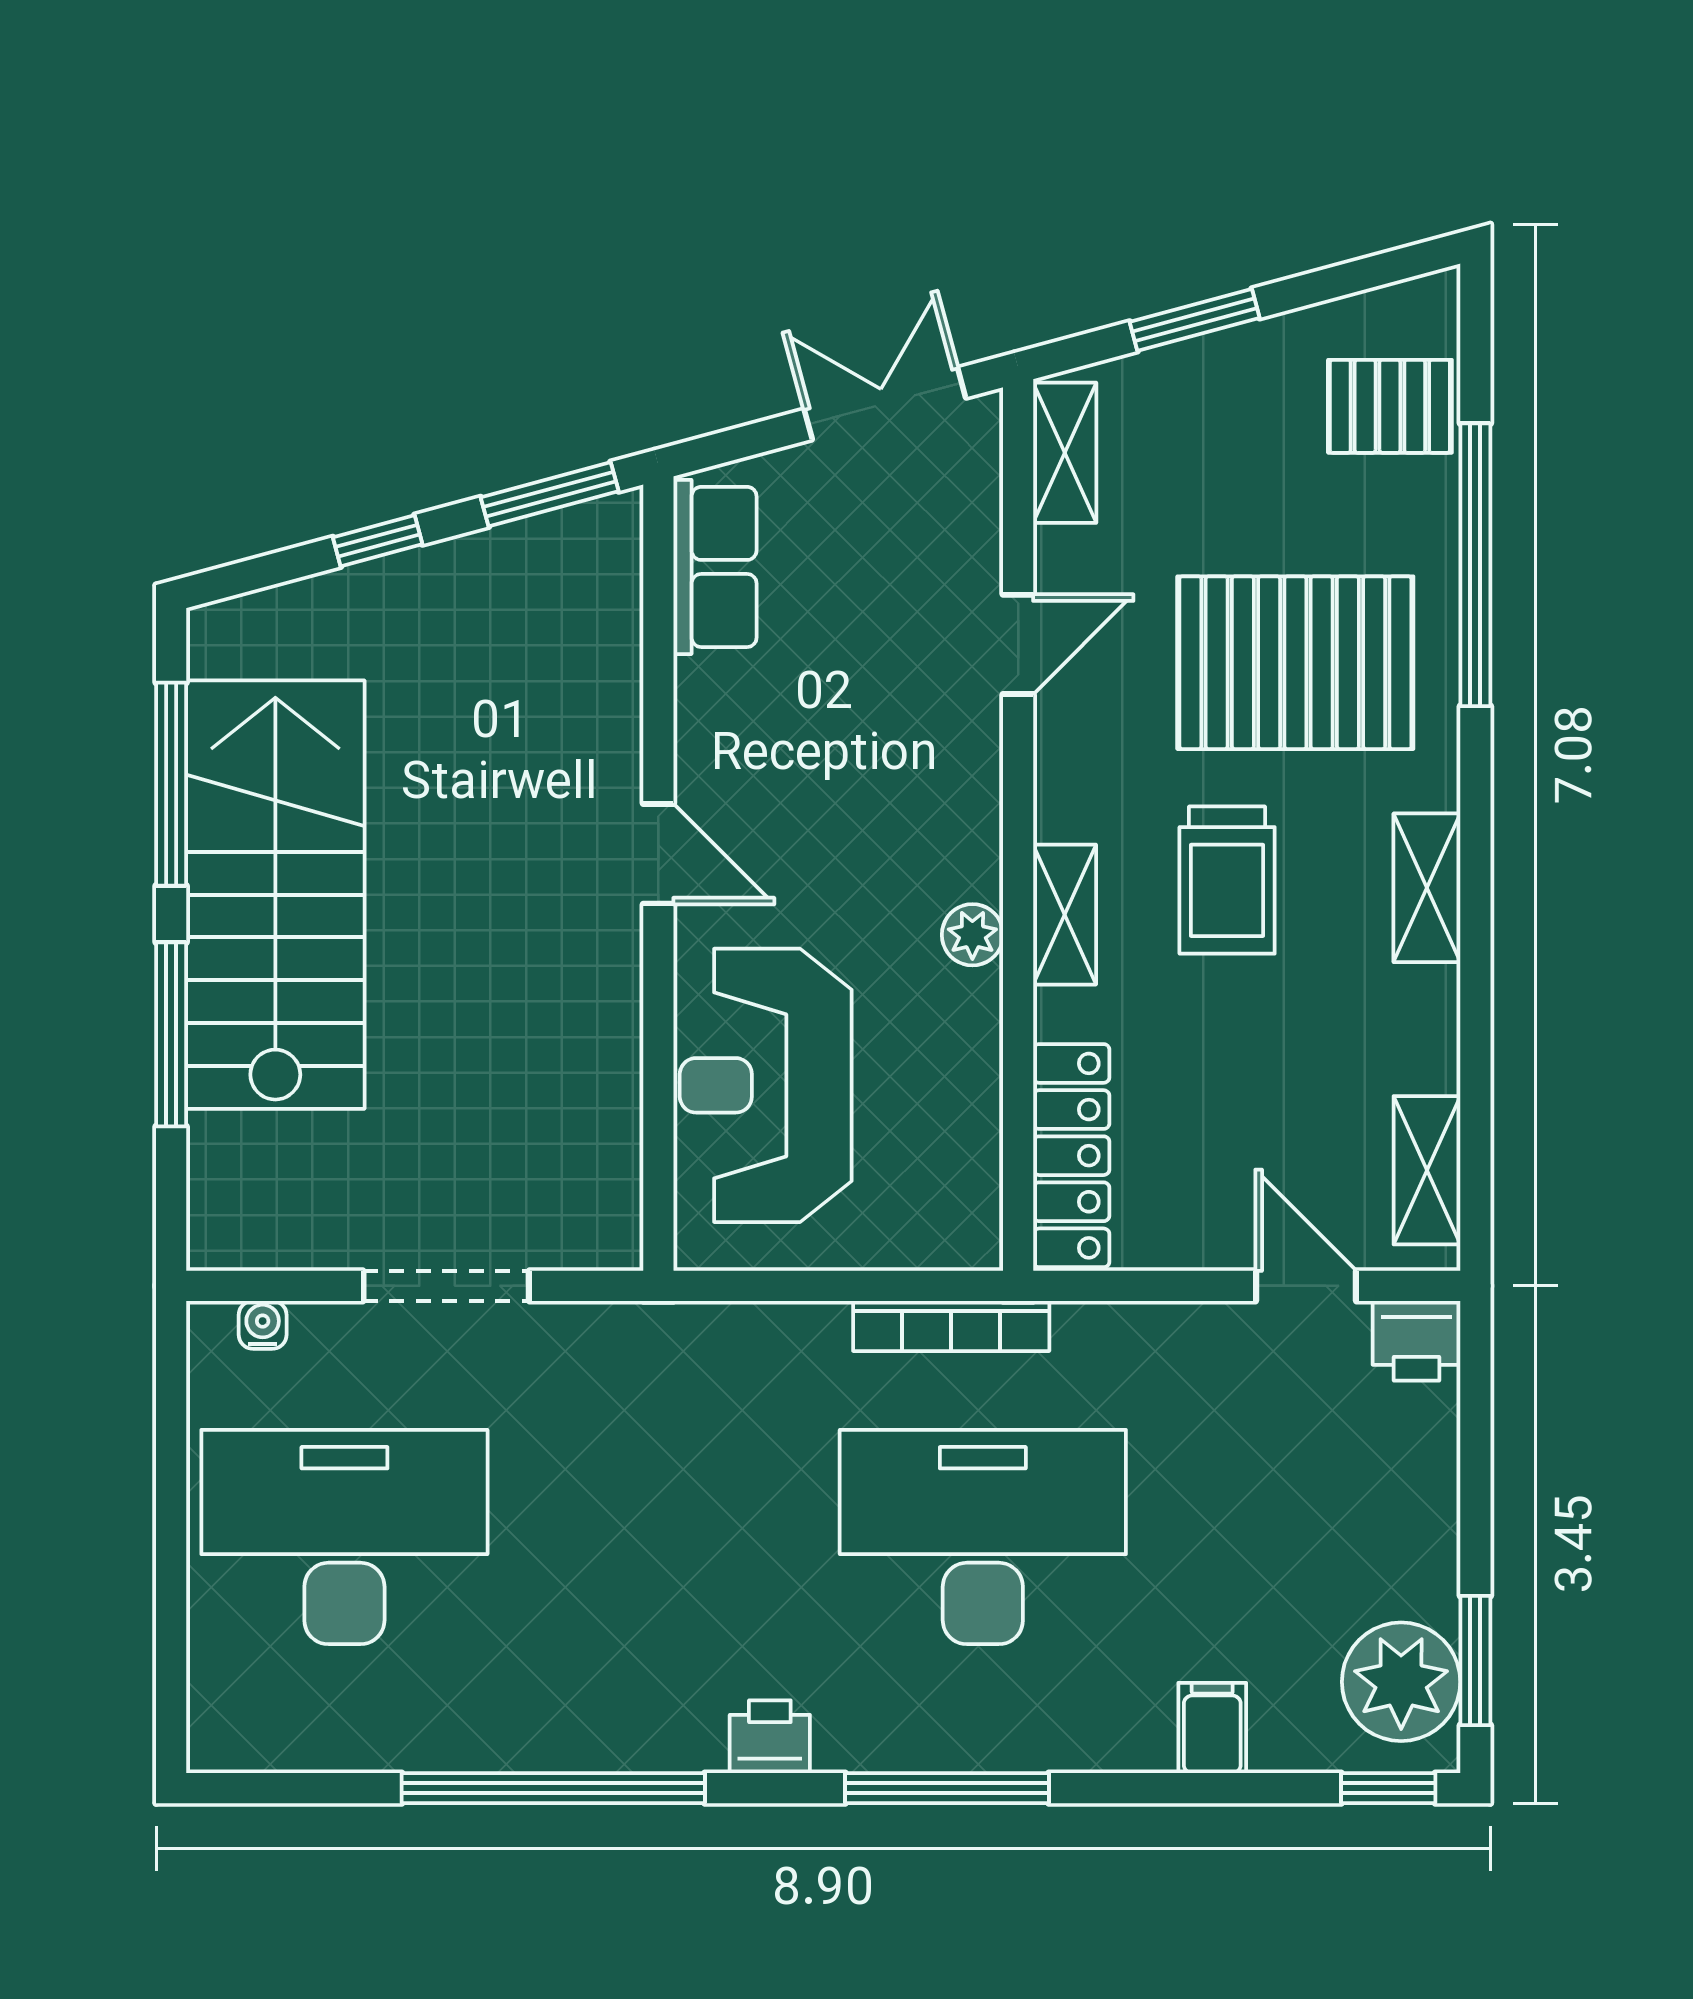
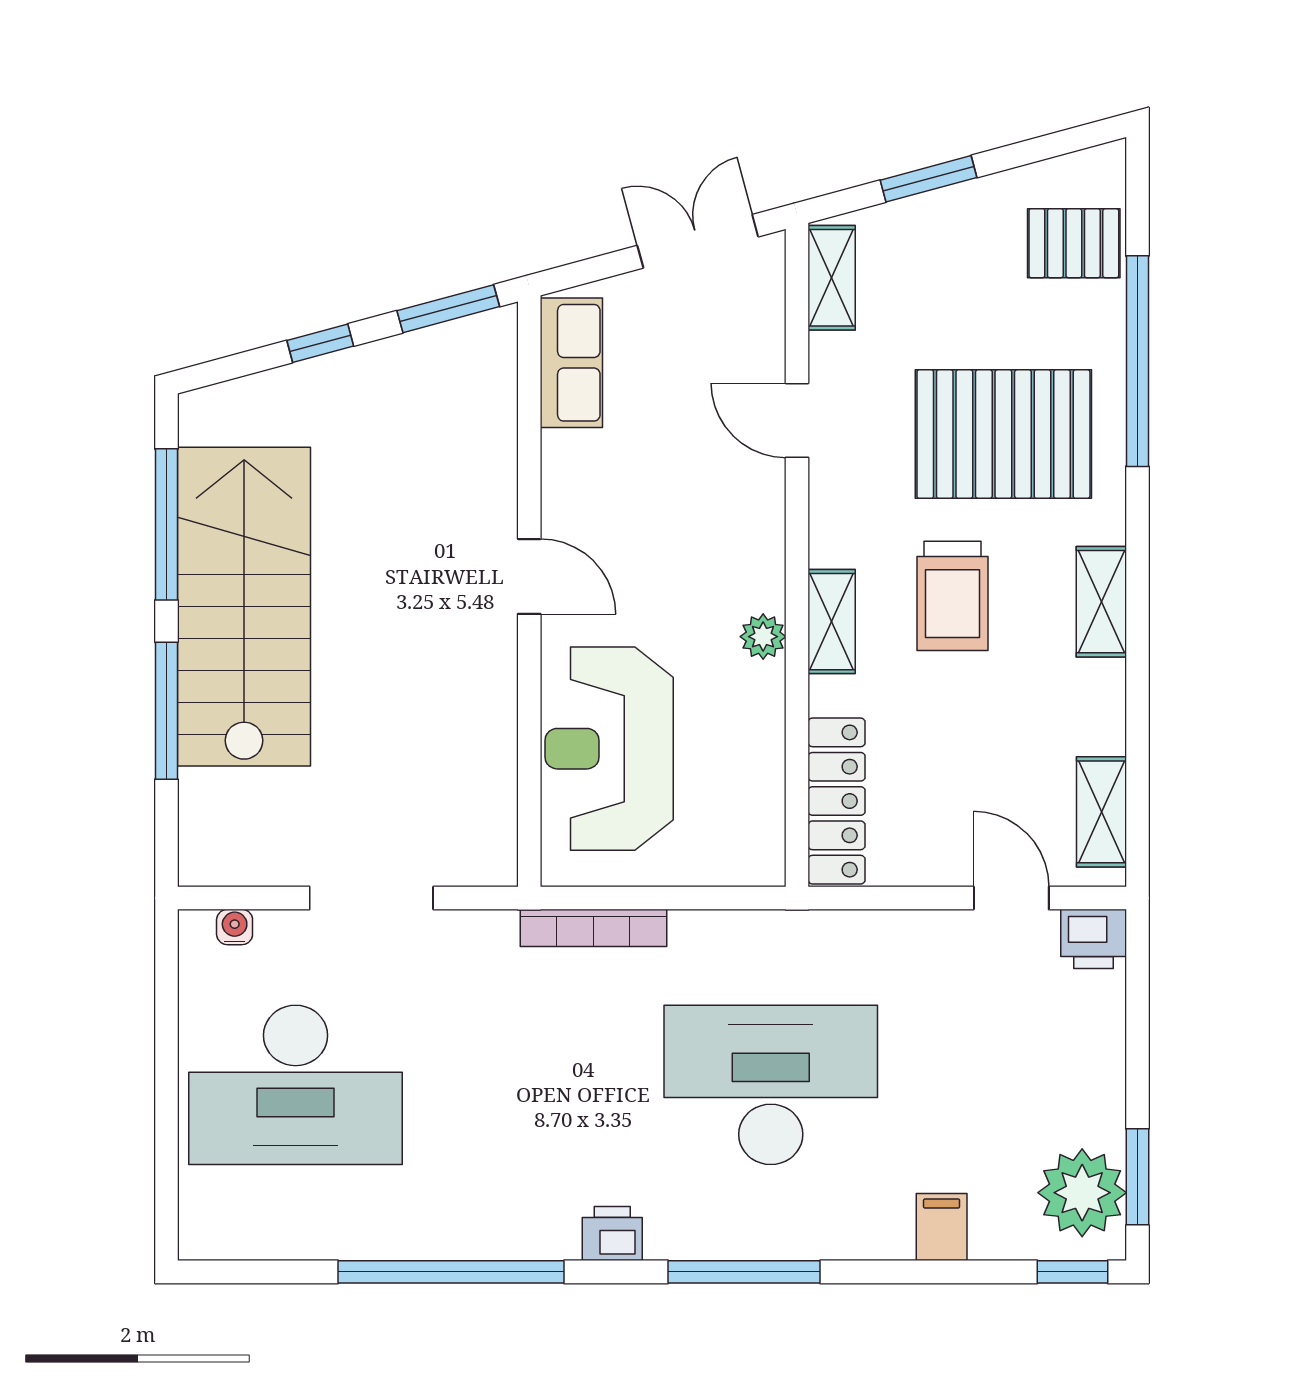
door: (1018, 644) -> (797, 420), swing flipped
bookcase: (951, 1326) -> (593, 928), moved
desk: (344, 1537) -> (296, 1085), turned 180

